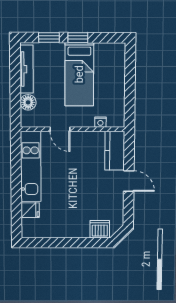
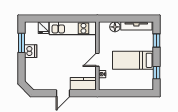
window: (78, 38) -> (157, 73), moved
door: (60, 129) -> (97, 60), moved
dishwasher: (100, 229) -> (31, 51), moved
window: (53, 243) -> (21, 43), added

